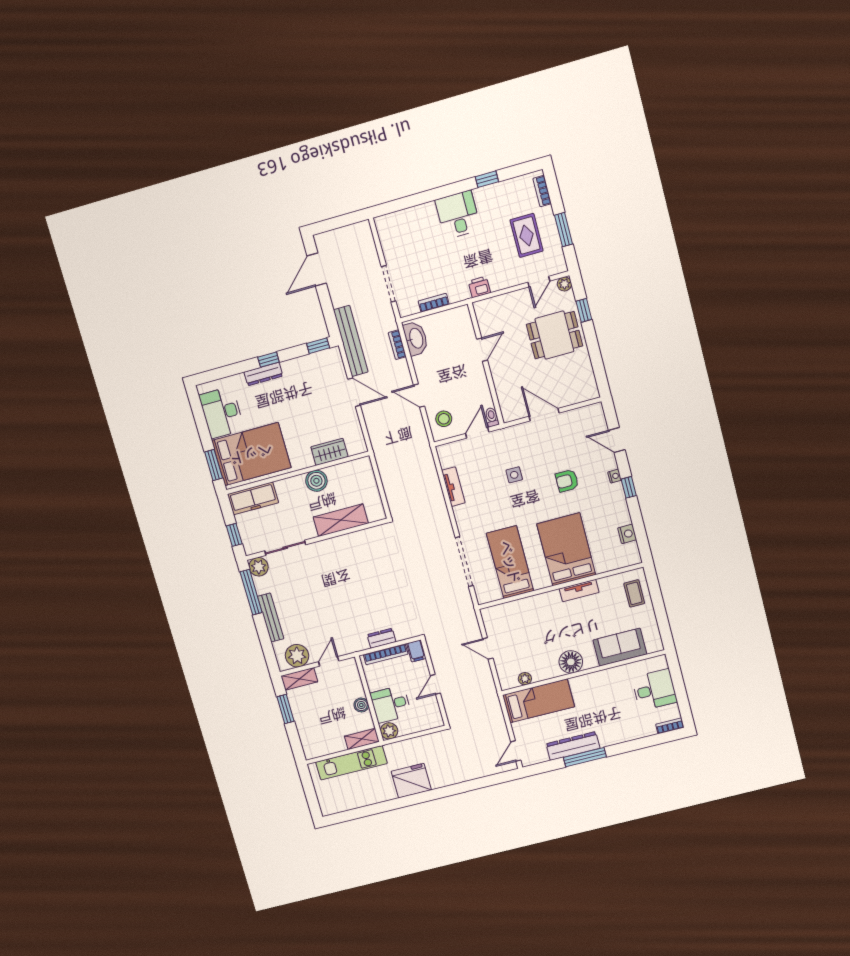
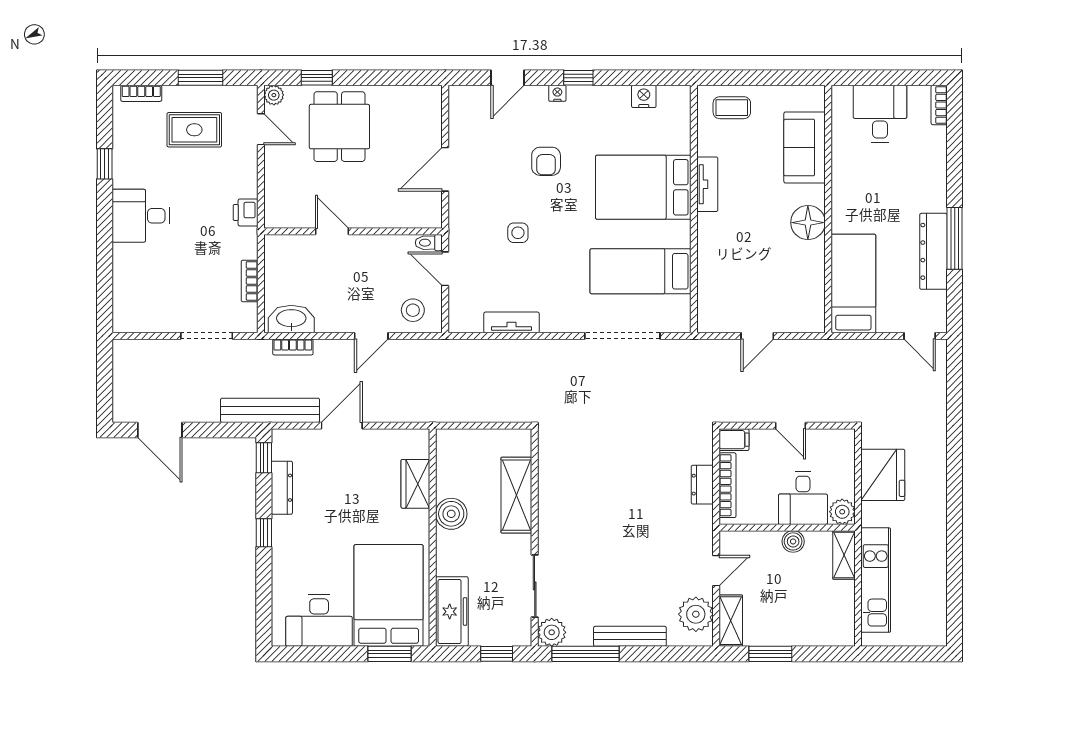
dresser: (263, 374) -> (282, 488), moved
door: (329, 661) -> (716, 571), swing flipped
plant: (525, 679) -> (816, 295), removed
fridge: (411, 781) -> (883, 475), moved, turned 180

